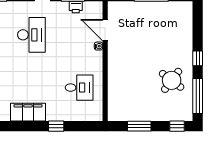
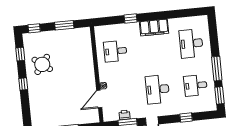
door: (105, 30) -> (99, 99), swing flipped
window: (198, 96) -> (20, 54), width x0.46

